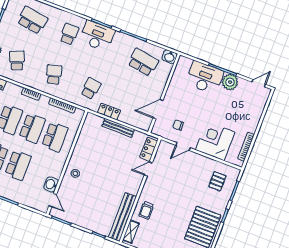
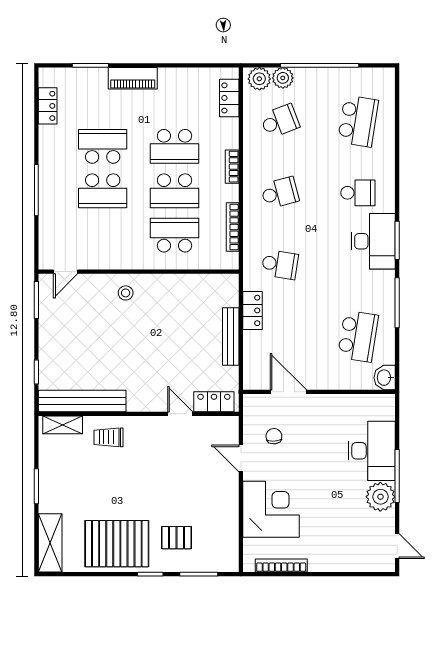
school desk: (55, 137) -> (174, 235), turned 180
pallet: (217, 181) -> (176, 538), moved
washbasin: (51, 184) -> (91, 259), removed

